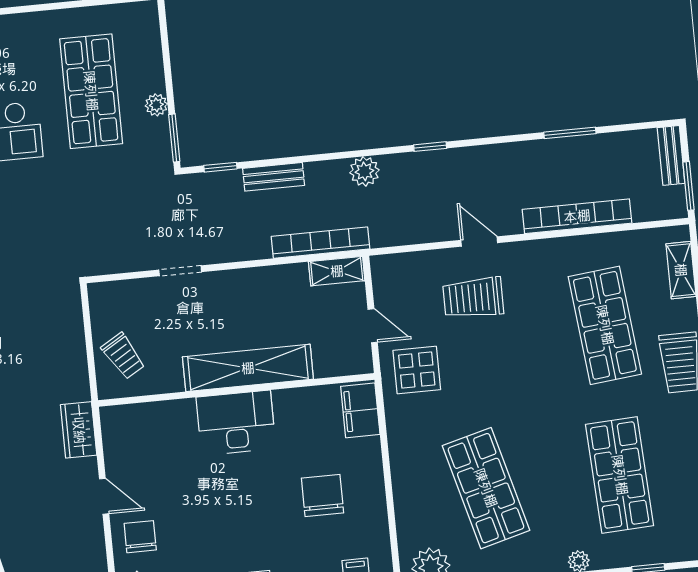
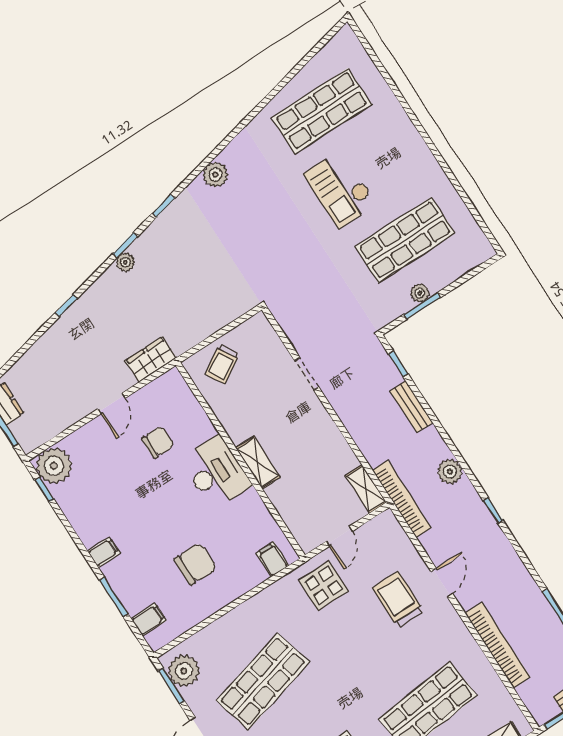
window: (174, 138) -> (422, 306), moved
bookcase: (321, 243) -> (402, 499), moved
shelving: (248, 368) -> (258, 462), width x0.45, depth x0.75
filing cabinet: (360, 410) -> (272, 559), width x0.50
chair: (140, 537) -> (158, 442), moved

